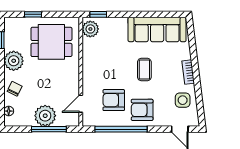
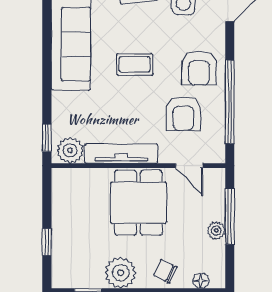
dining table: (51, 42) -> (138, 203), moved
tv unit: (88, 61) -> (121, 154), added
plant: (45, 116) -> (216, 230), width x0.53, depth x0.53

